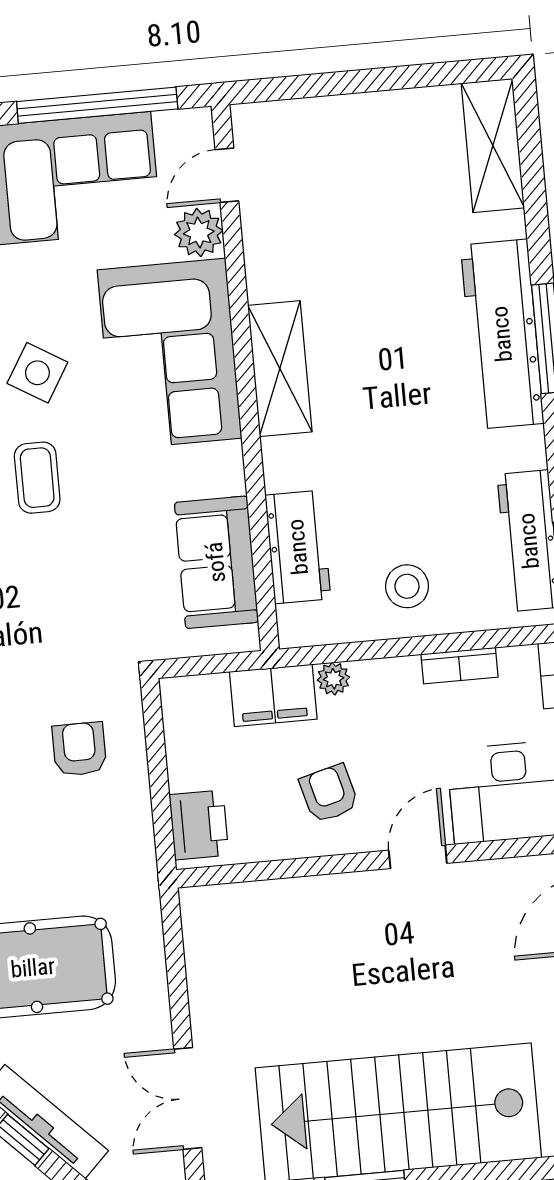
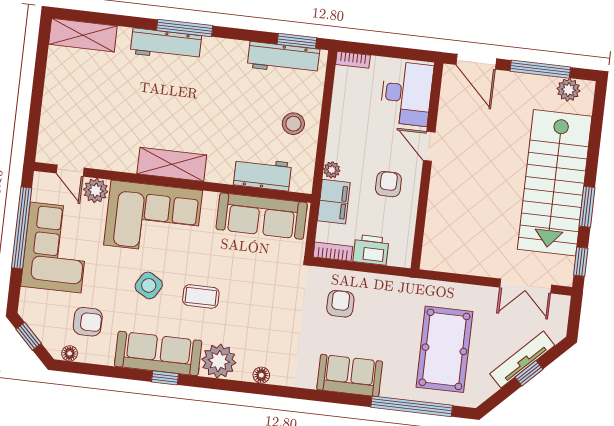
workbench: (502, 334) -> (166, 44), width x0.73, depth x0.76
sofa: (216, 562) -> (262, 216), width x1.36
bookcase: (459, 666) -> (333, 252), moved, turned -90
armchair: (79, 749) -> (340, 304), turned 90
armchair: (329, 793) -> (388, 184), turned 105
printer: (199, 825) -> (371, 250), moved

